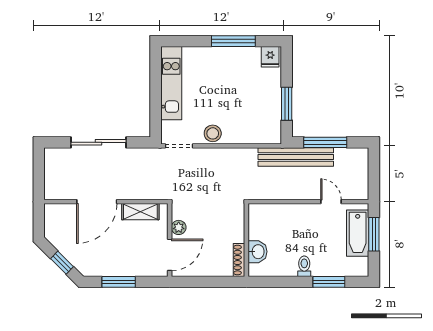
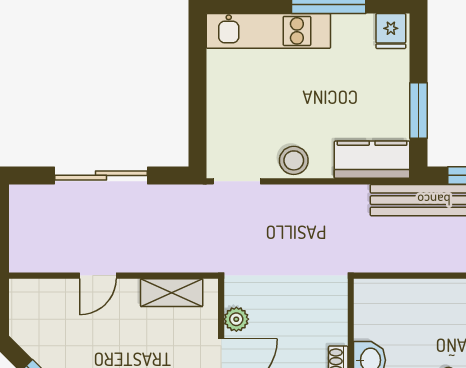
kitchen unit: (171, 83) -> (268, 31), moved, turned 90
kitchen counter: (259, 133) -> (372, 160), added
door: (97, 202) -> (98, 276), width x0.53

